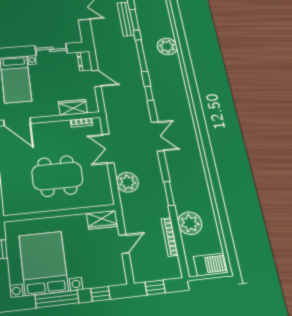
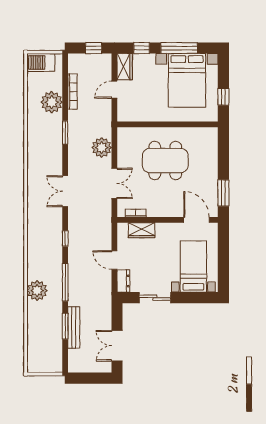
wardrobe: (102, 220) -> (125, 67), moved, turned 90

